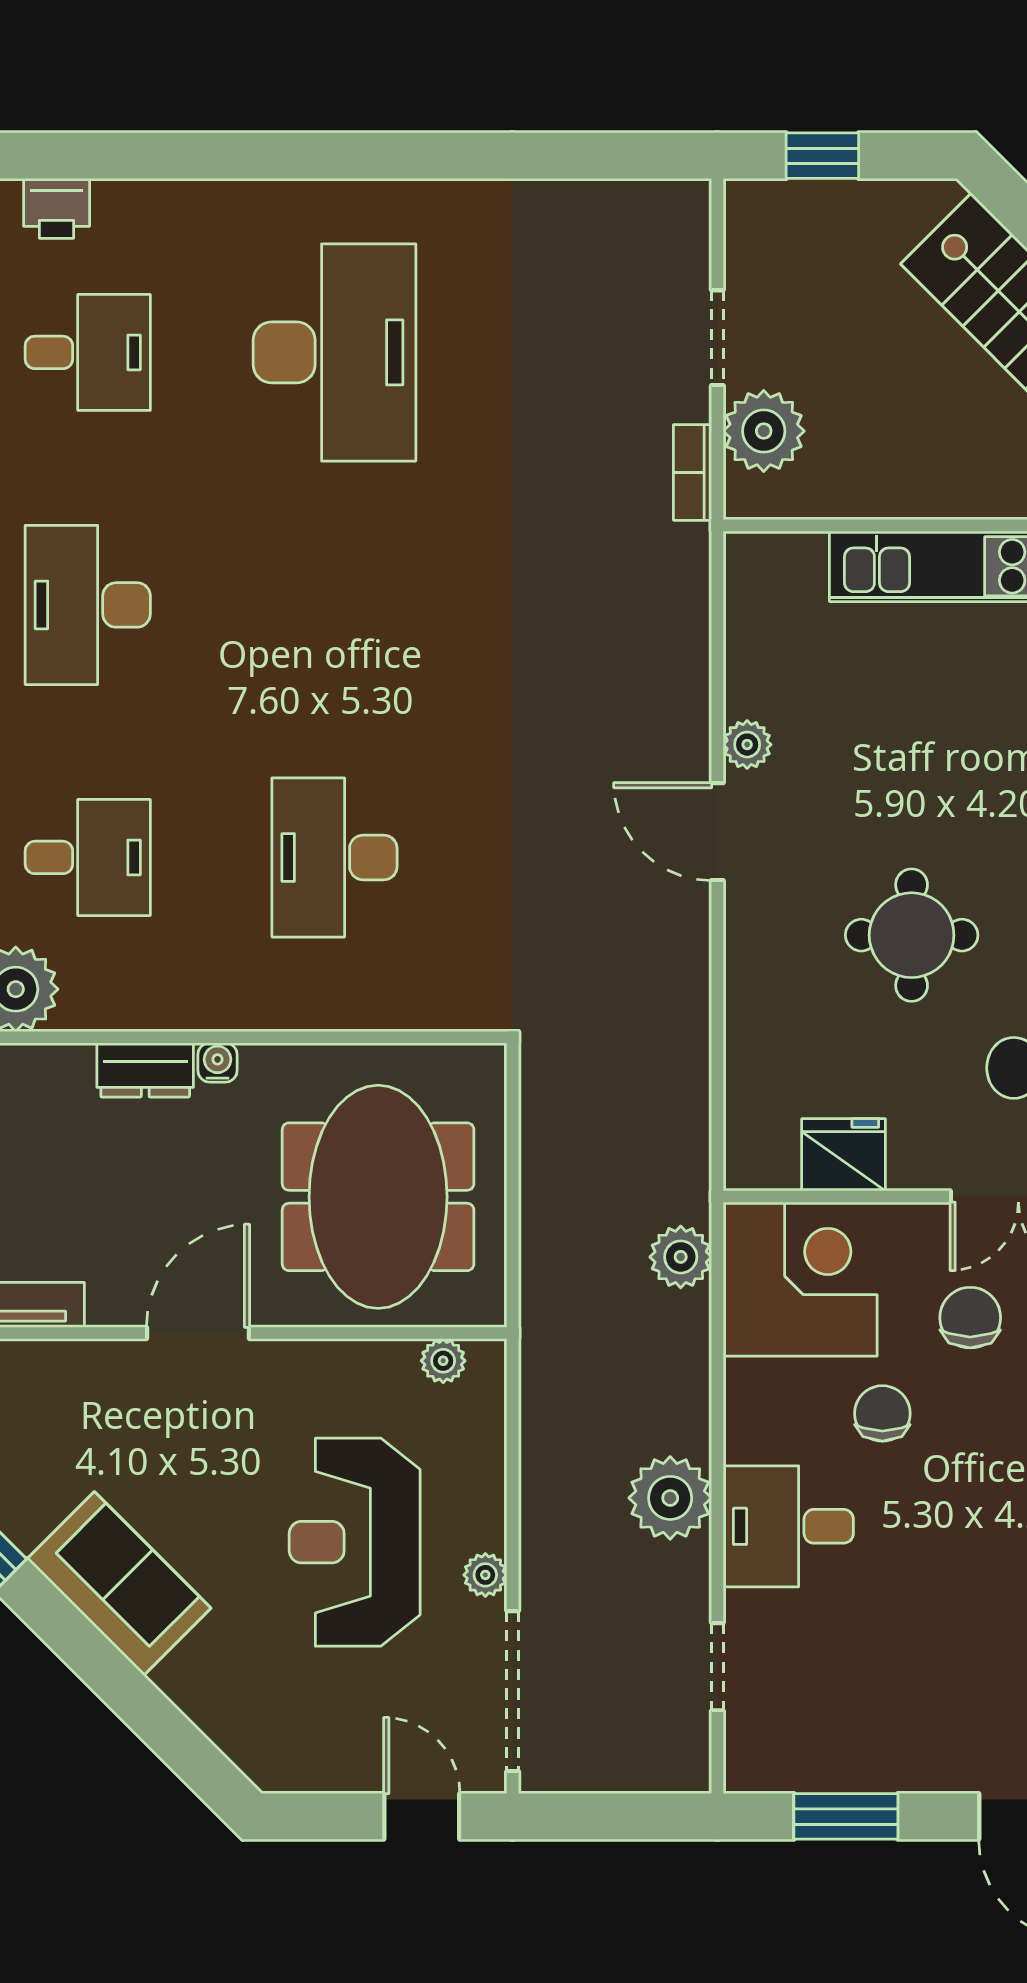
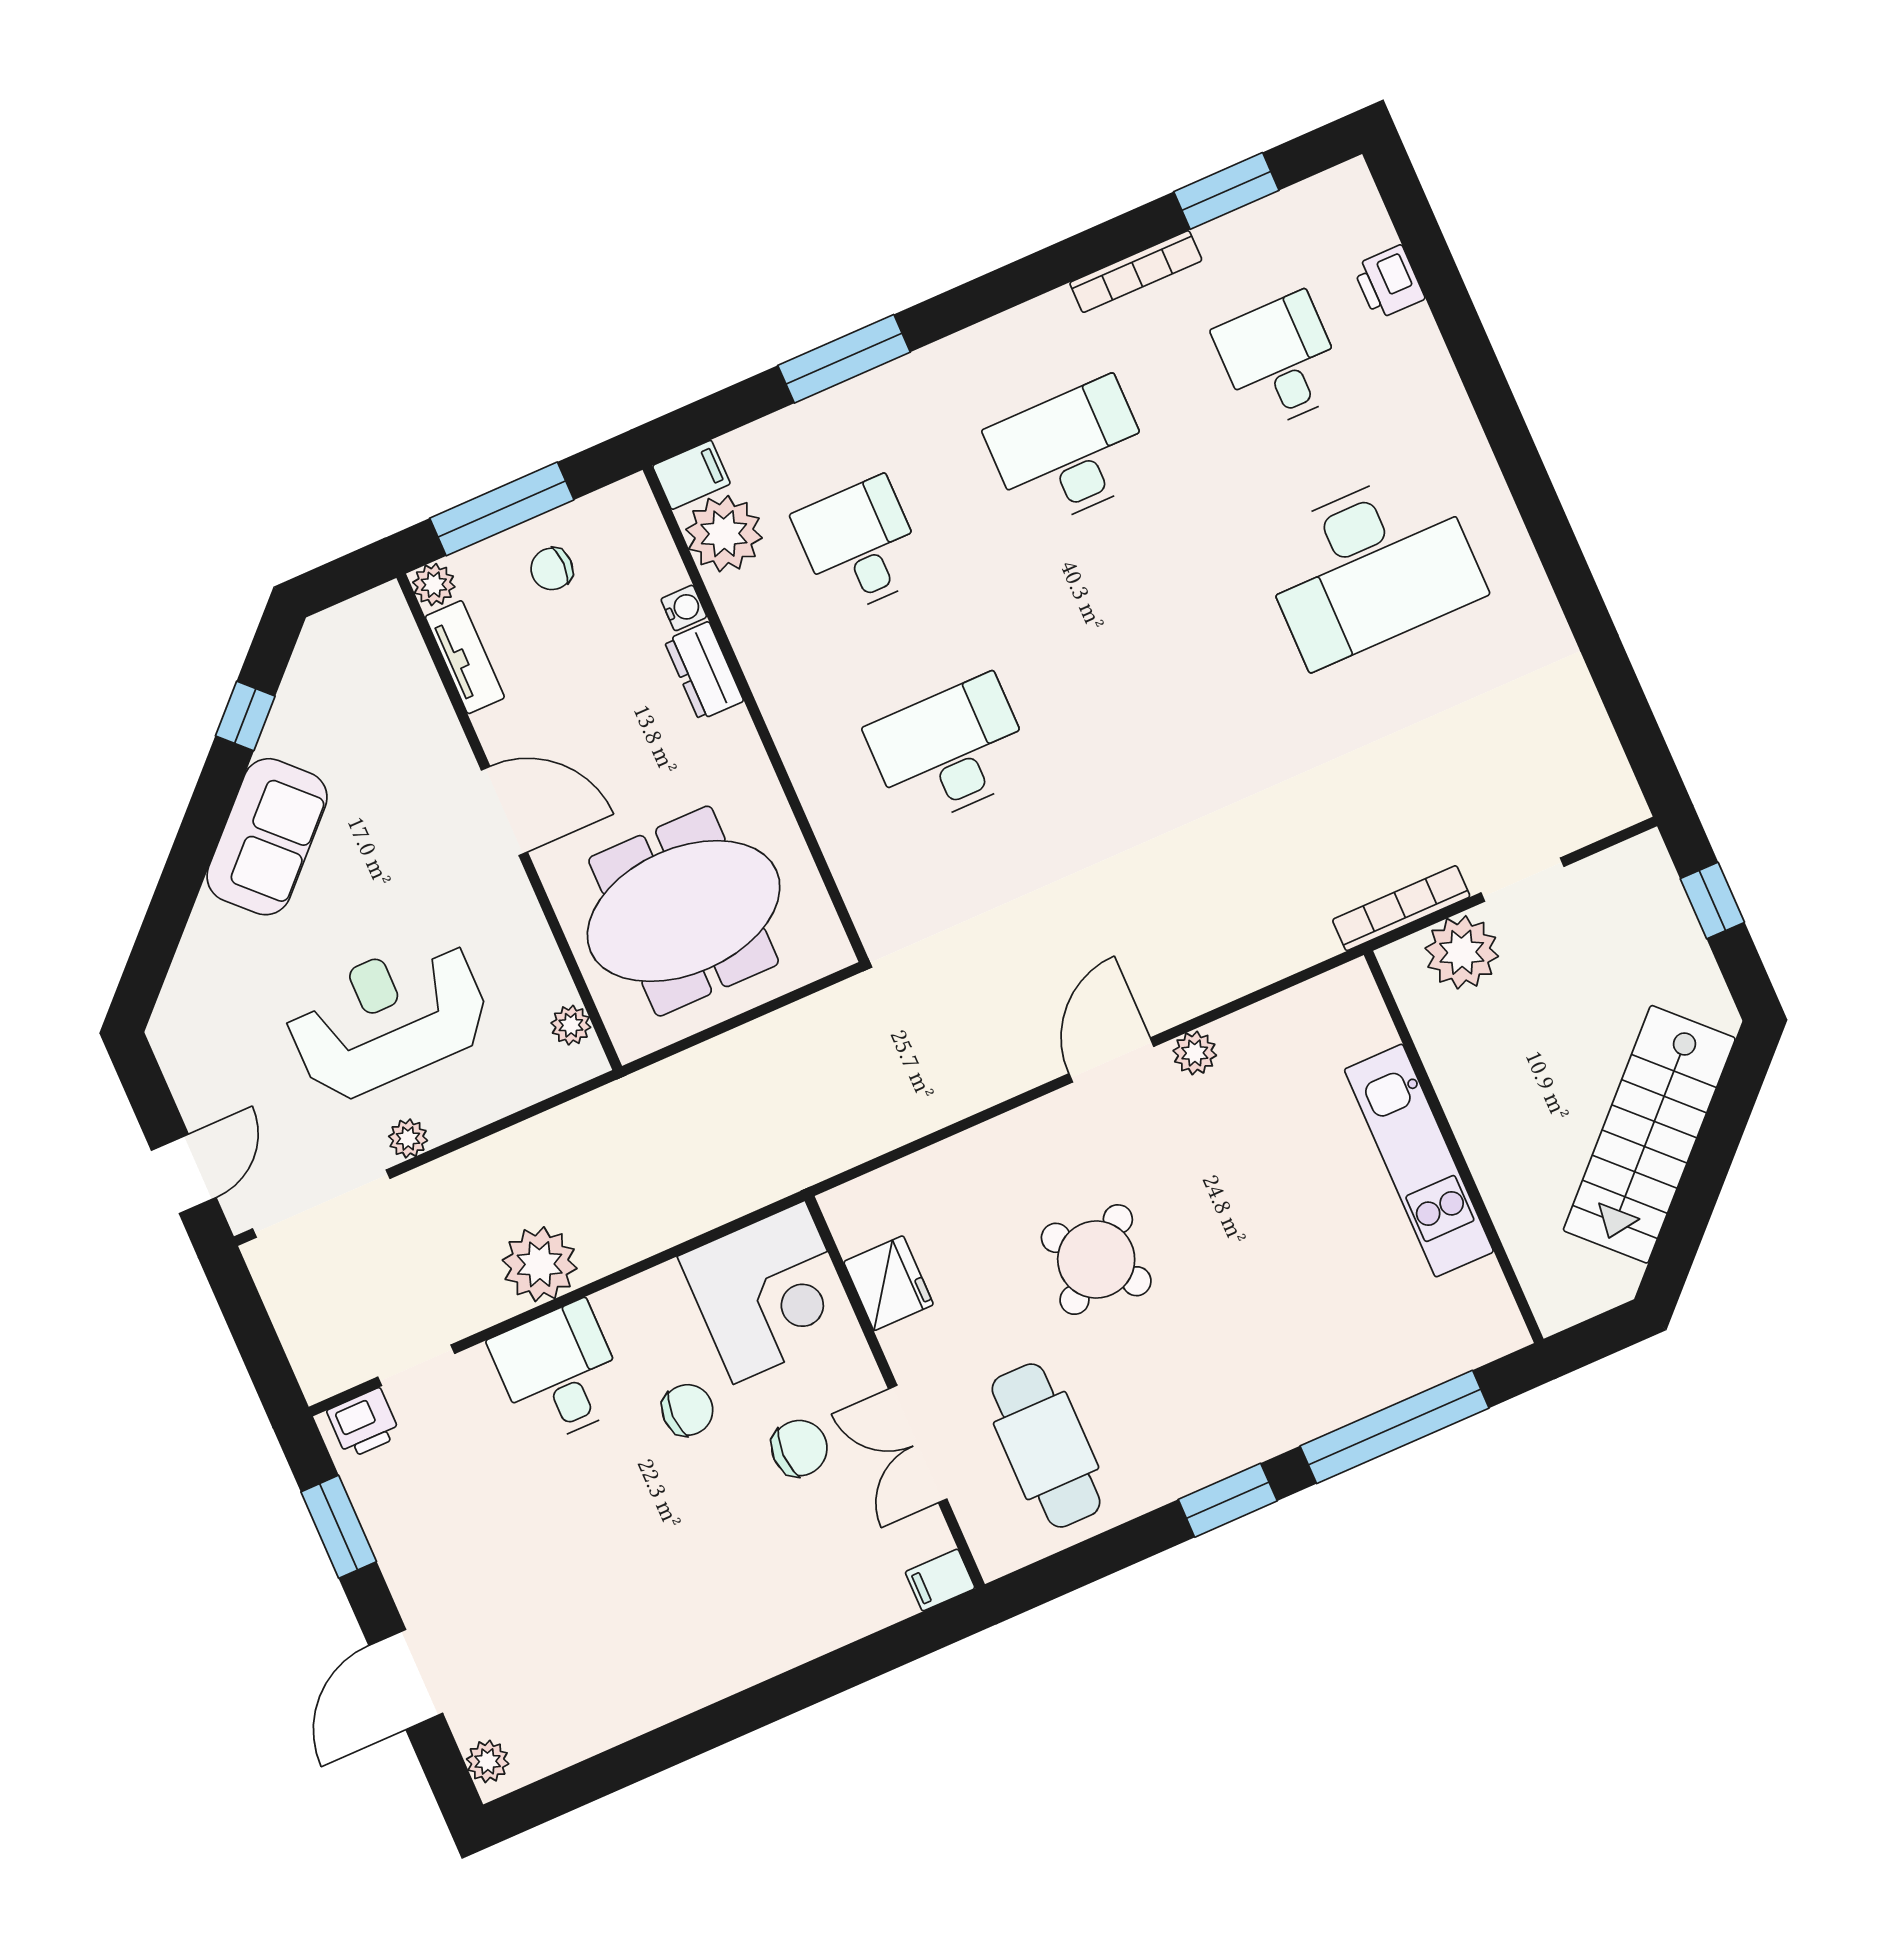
desk: (88, 352) -> (1280, 361), turned 180
bookcase: (693, 472) -> (1401, 908), width x1.56
desk: (88, 857) -> (860, 545), turned 180
round table: (912, 935) -> (1096, 1260), turned -38
water cooler: (218, 1063) -> (684, 608), moved
plant: (681, 1257) -> (744, 1185), removed
printer: (753, 1746) -> (364, 1423), added

